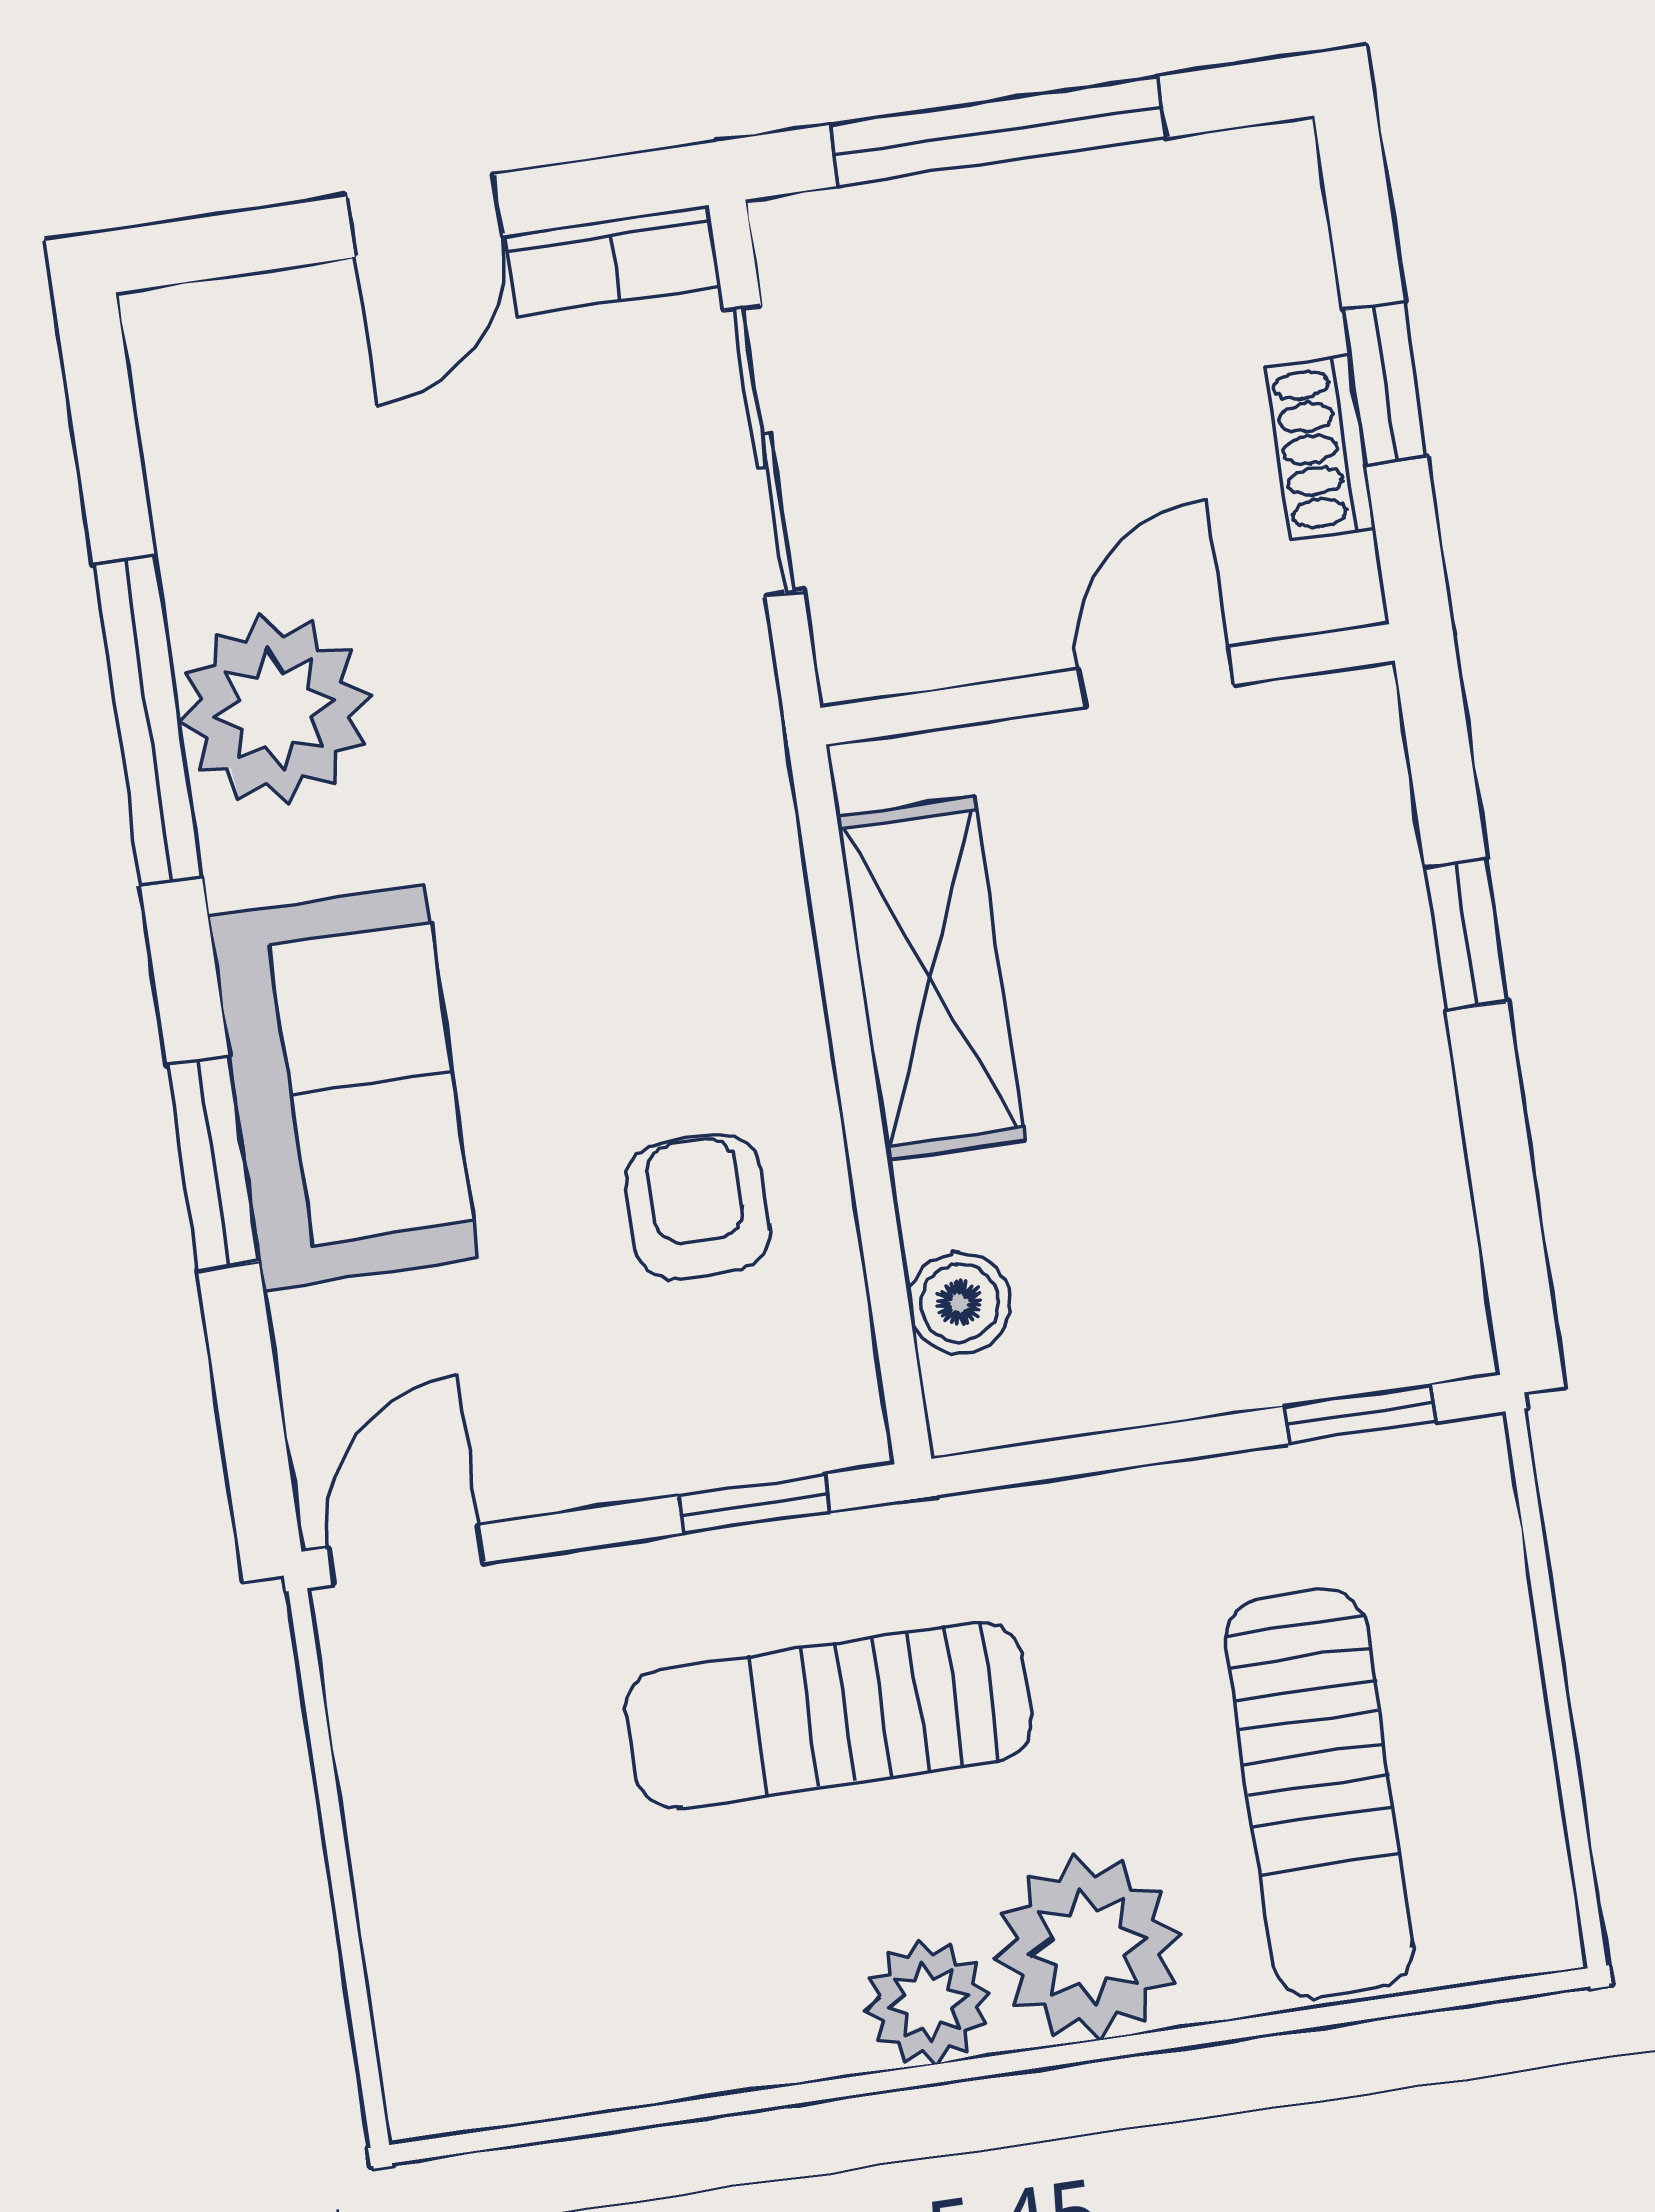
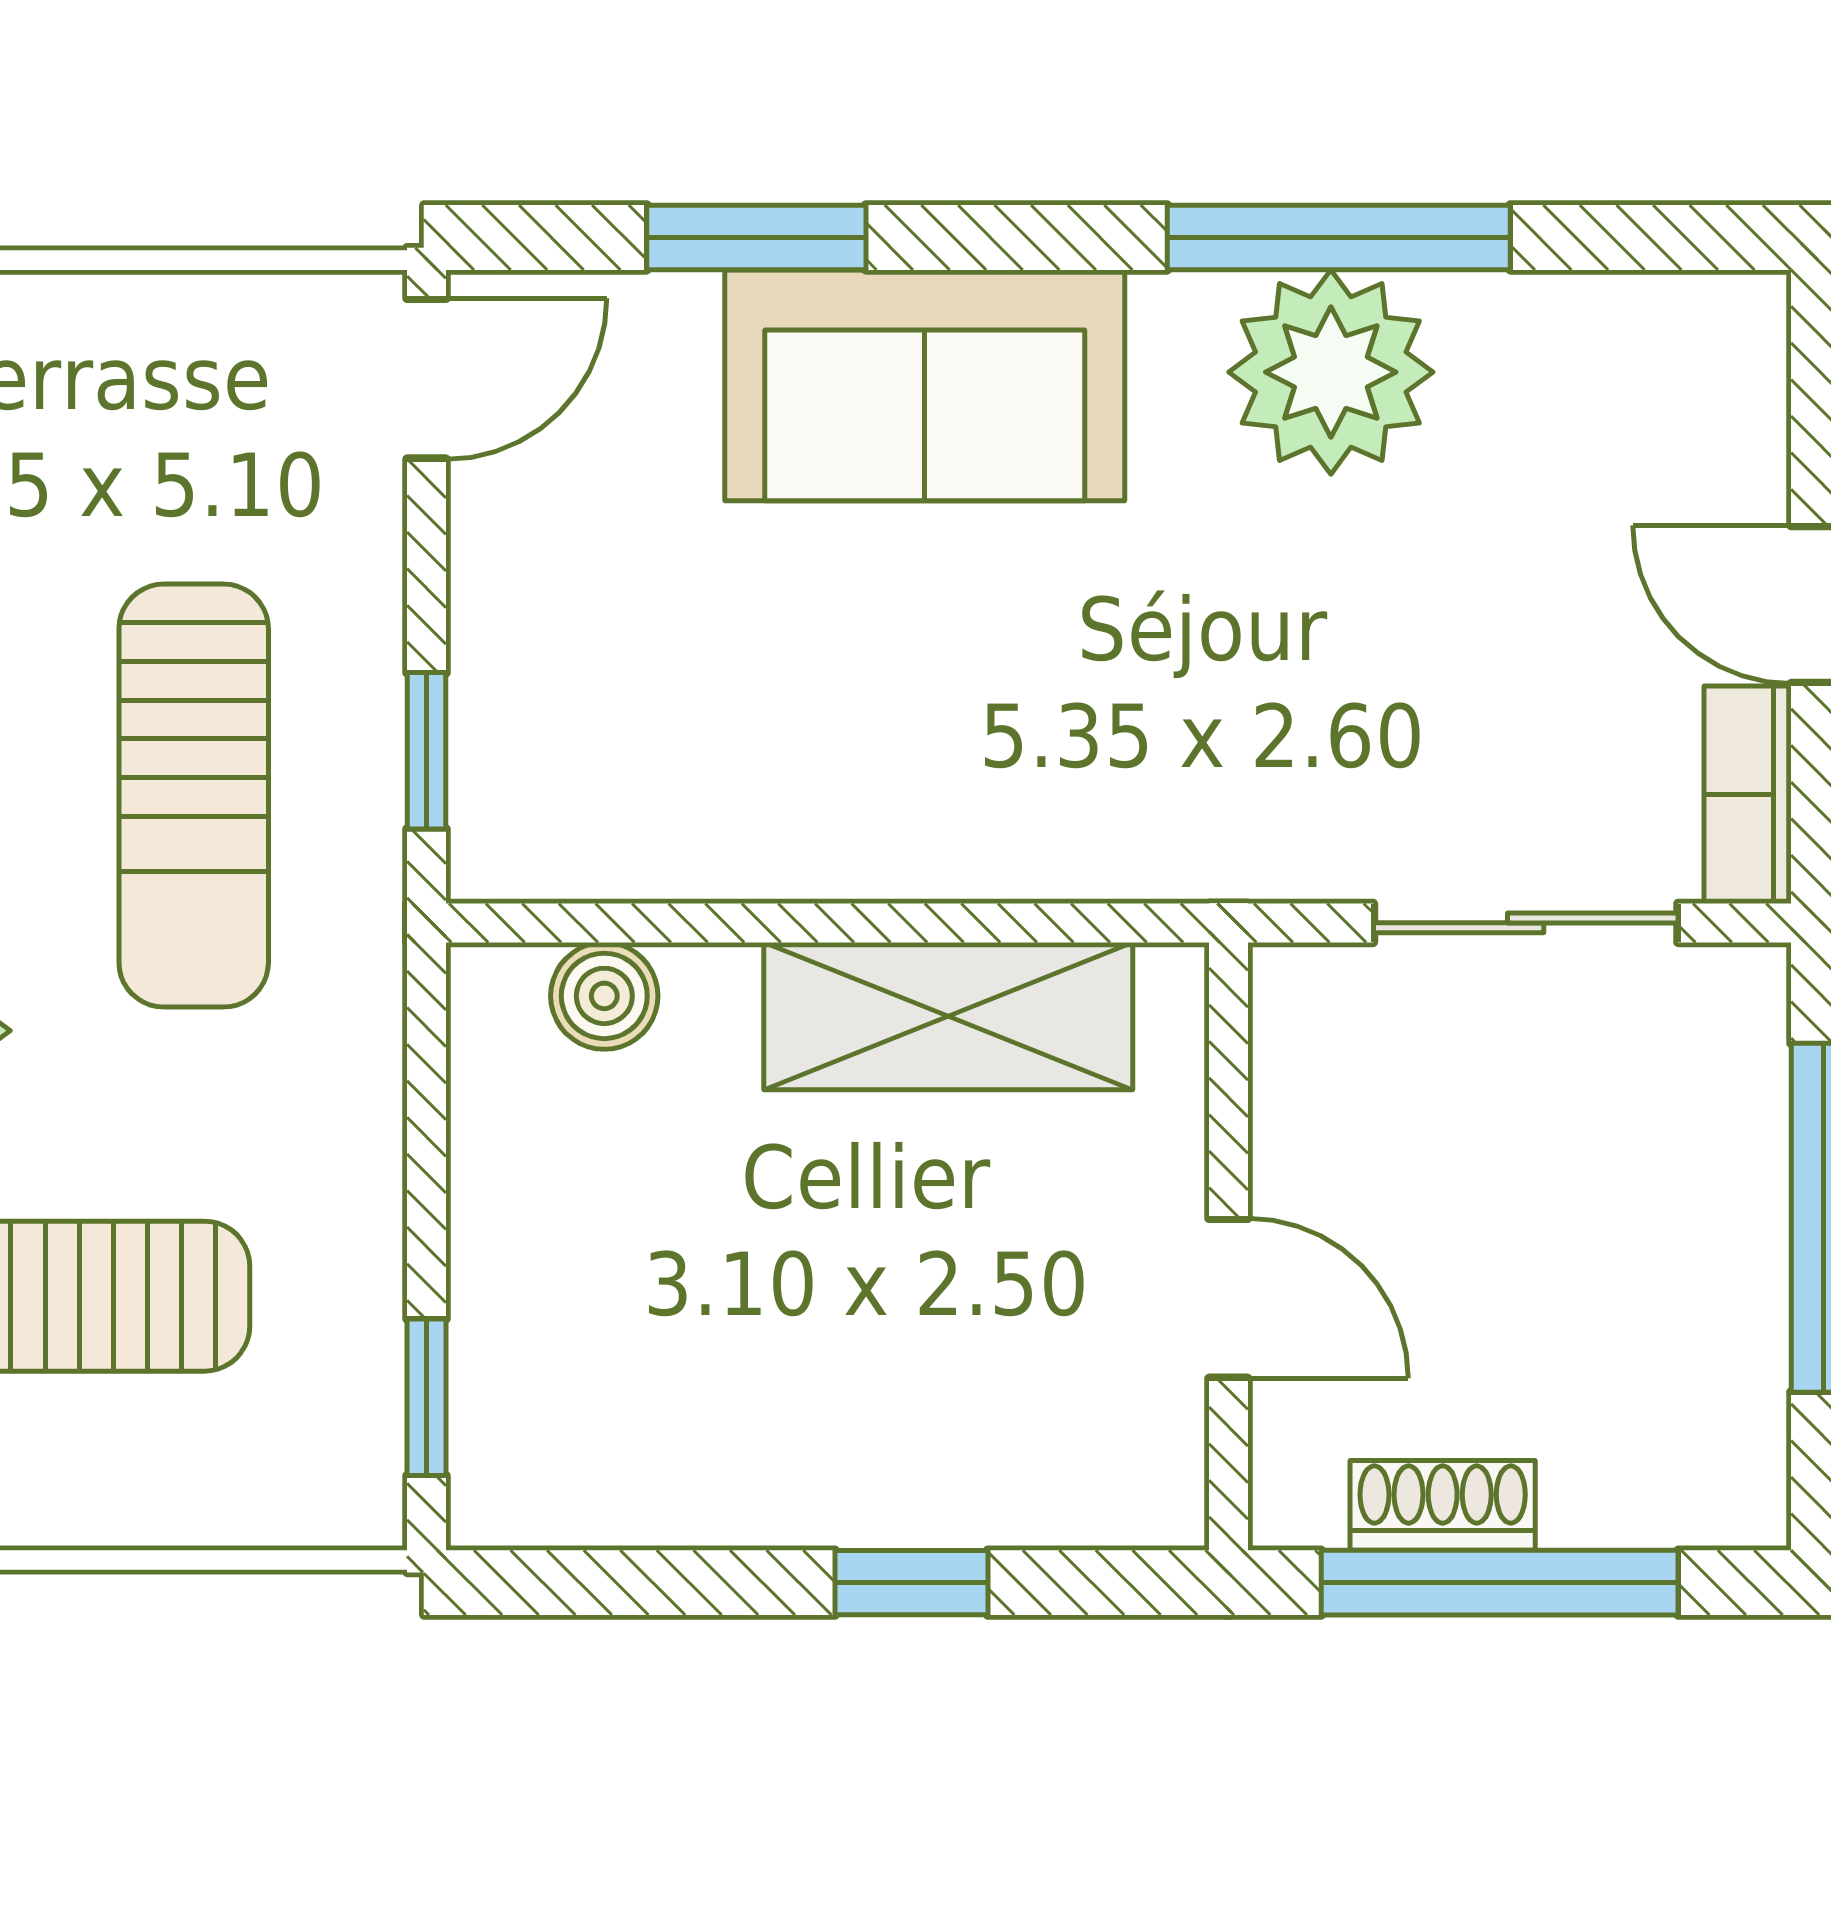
window: (1385, 384) -> (1500, 1583), width x2.17
window: (213, 1164) -> (756, 237), moved
armchair: (698, 1207) -> (745, 737), removed
door: (406, 1555) -> (426, 379), hinge flipped
sun lounger: (829, 1715) -> (194, 796), turned 180

